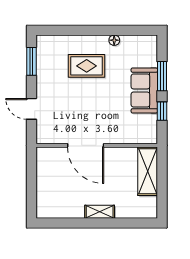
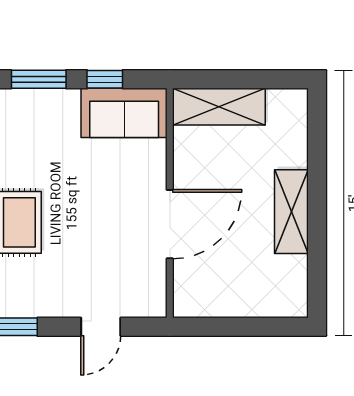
sofa: (144, 90) -> (124, 113), moved
shelving: (100, 212) -> (291, 212), width x1.50, depth x1.33

